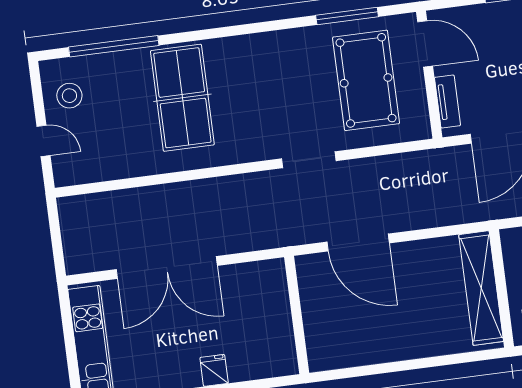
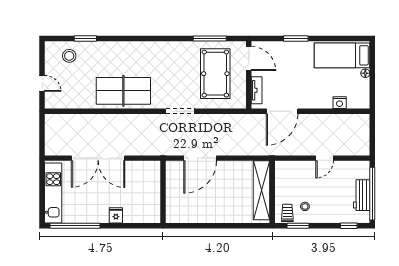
window: (114, 46) -> (85, 39), width x0.47
stool: (69, 96) -> (69, 56), moved
table tennis table: (182, 98) -> (123, 91), moved, turned 90
door: (358, 243) -> (200, 158), hinge flipped

